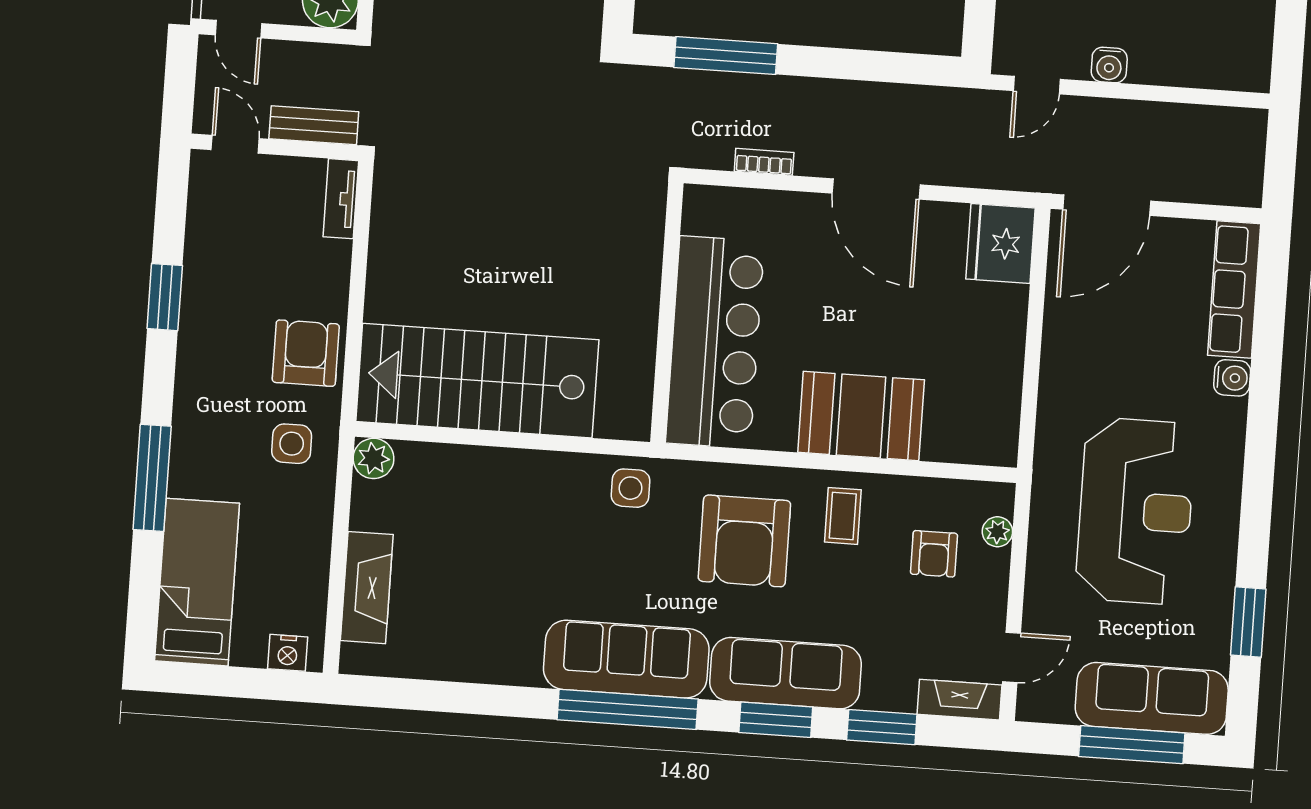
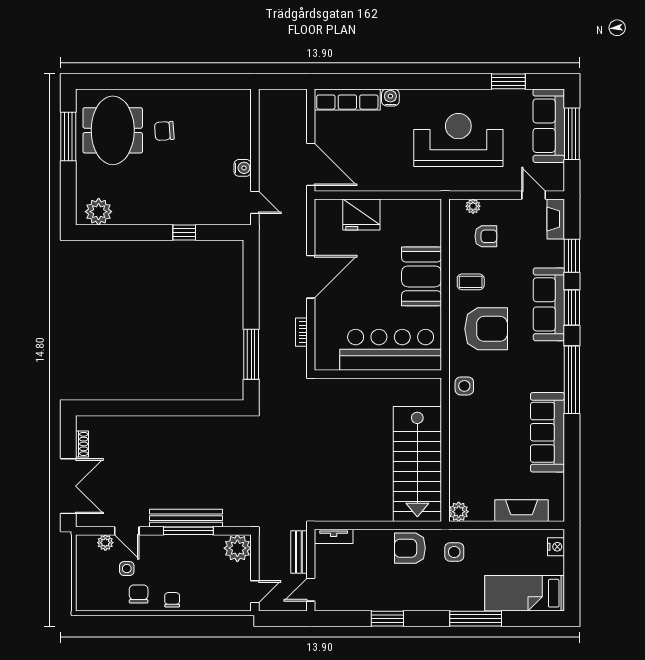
fridge: (1000, 243) -> (361, 215), moved
sofa: (626, 659) -> (547, 432), moved

